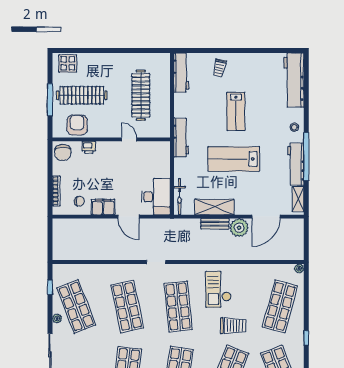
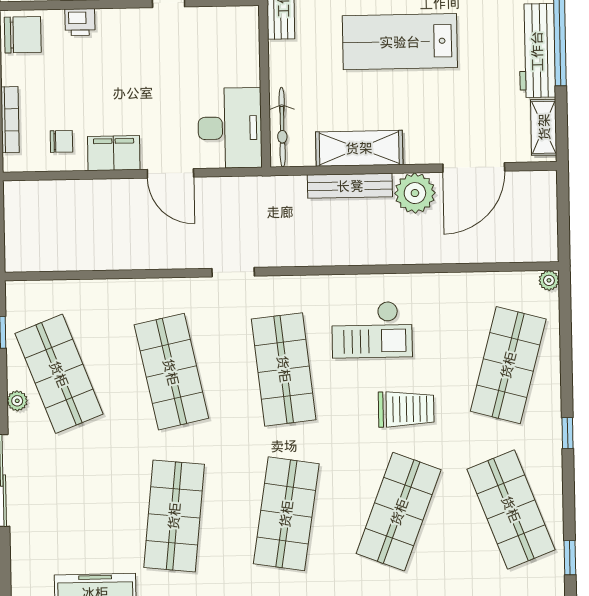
chair: (63, 153) -> (23, 35), turned -90
bench: (215, 224) -> (350, 186), width x1.36
checkout: (218, 289) -> (372, 330), turned -90

